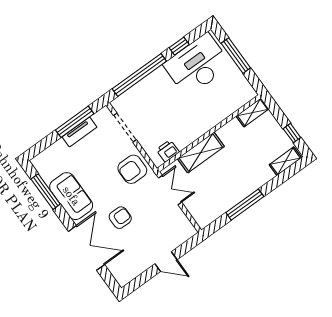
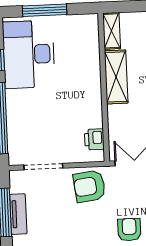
shelving: (201, 153) -> (116, 77), moved
armchair: (132, 169) -> (89, 186), turned 83

